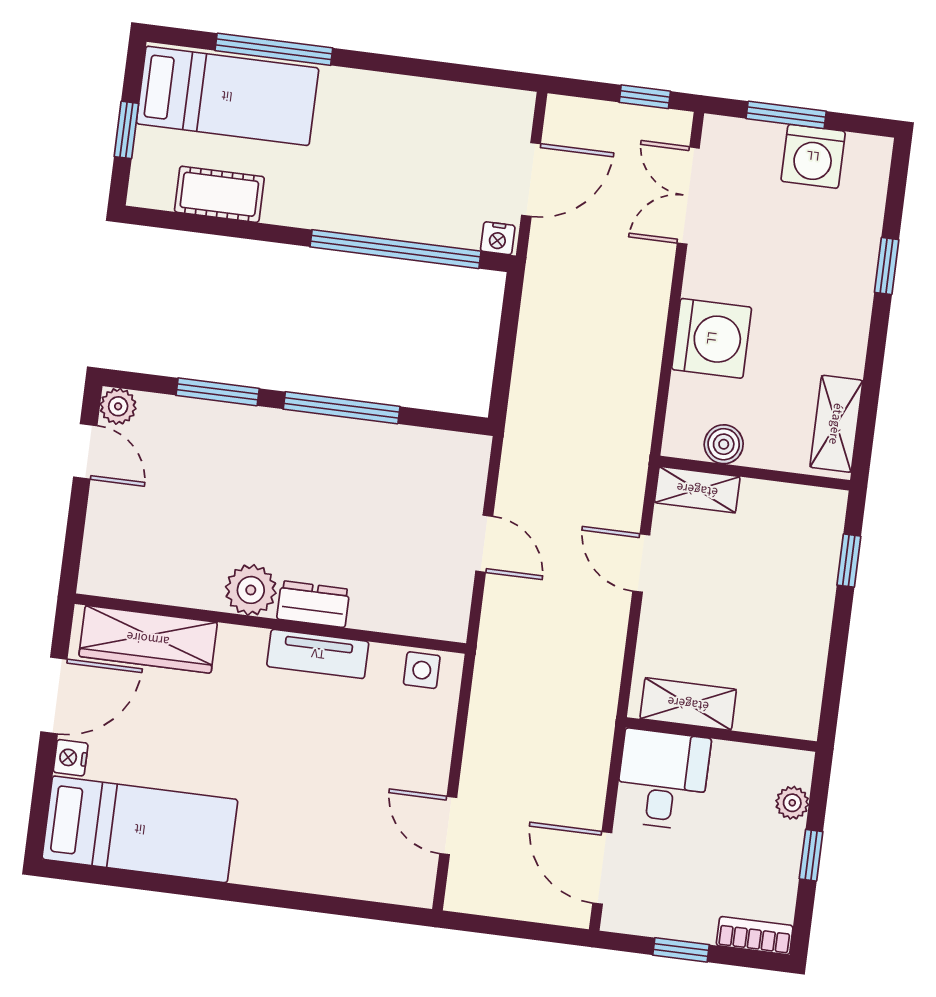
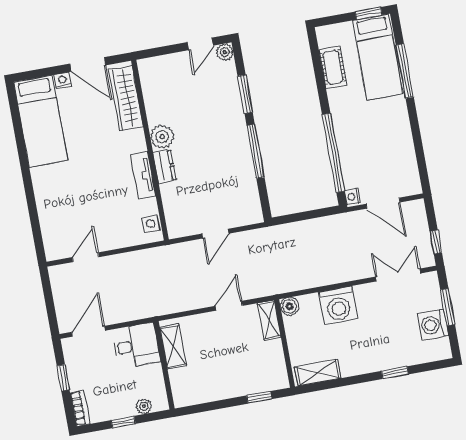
window: (126, 130) -> (369, 13), moved
boiler: (724, 444) -> (290, 306), moved

